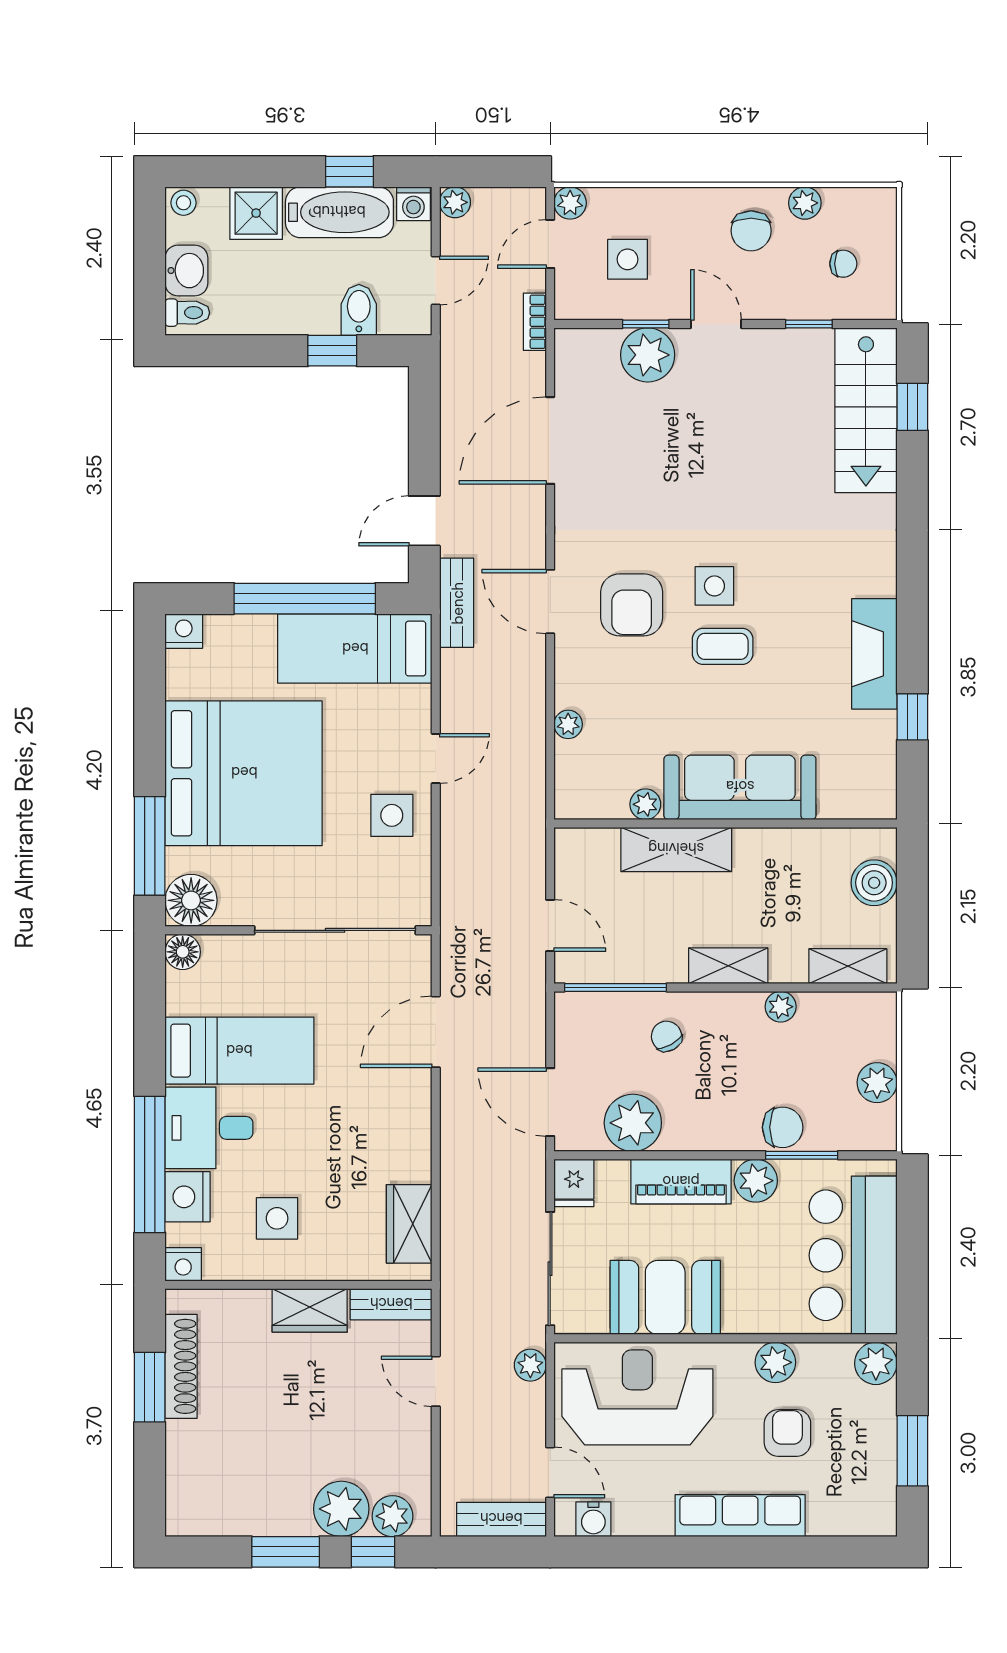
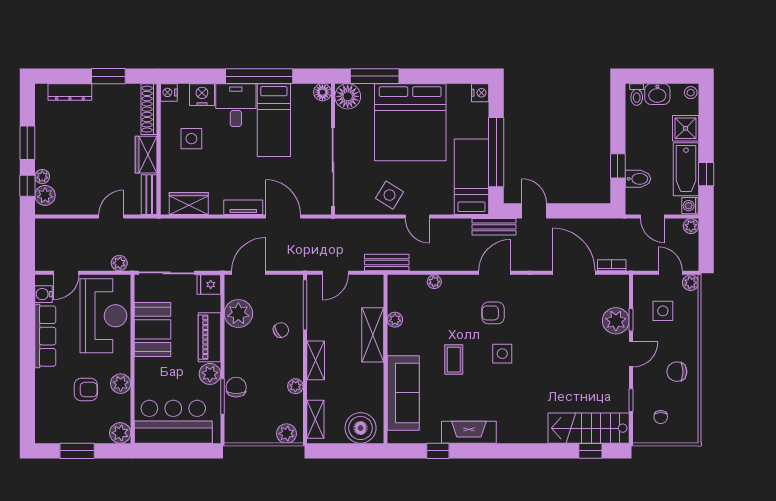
plant: (805, 203) -> (691, 398), removed
bookcase: (535, 322) -> (612, 265), moved
armchair: (632, 605) -> (493, 313), width x0.72, depth x0.72
coffee table: (723, 646) -> (454, 360), moved
sofa: (740, 787) -> (403, 393), moved
side table: (392, 815) -> (389, 195), turned 32
boiler: (874, 883) -> (361, 428), width x1.37, depth x1.37
plant: (877, 1083) -> (286, 434), moved
tv unit: (417, 1113) -> (243, 207), added
chair: (783, 1127) -> (236, 387), turned 180
window: (150, 1164) -> (259, 76), moved
shoe rack: (181, 1366) -> (149, 109), moved, turned 90
dresser: (182, 1465) -> (70, 92), added
plant: (341, 1509) -> (42, 177), width x0.53, depth x0.53
row of seats: (740, 1516) -> (45, 336), moved
bench: (501, 1519) -> (387, 263), moved, turned 90

